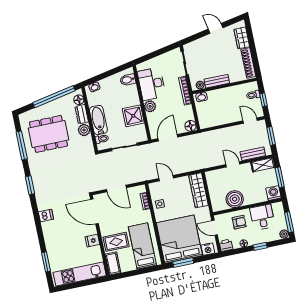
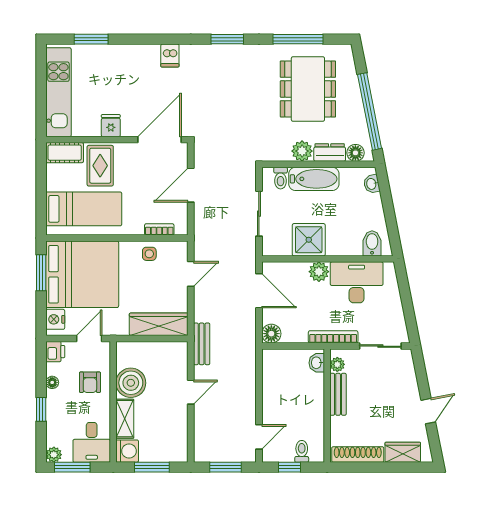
bench: (253, 154) -> (202, 344), moved
shelving: (263, 165) -> (125, 419), moved
desk: (262, 217) -> (92, 442), moved, turned 90

